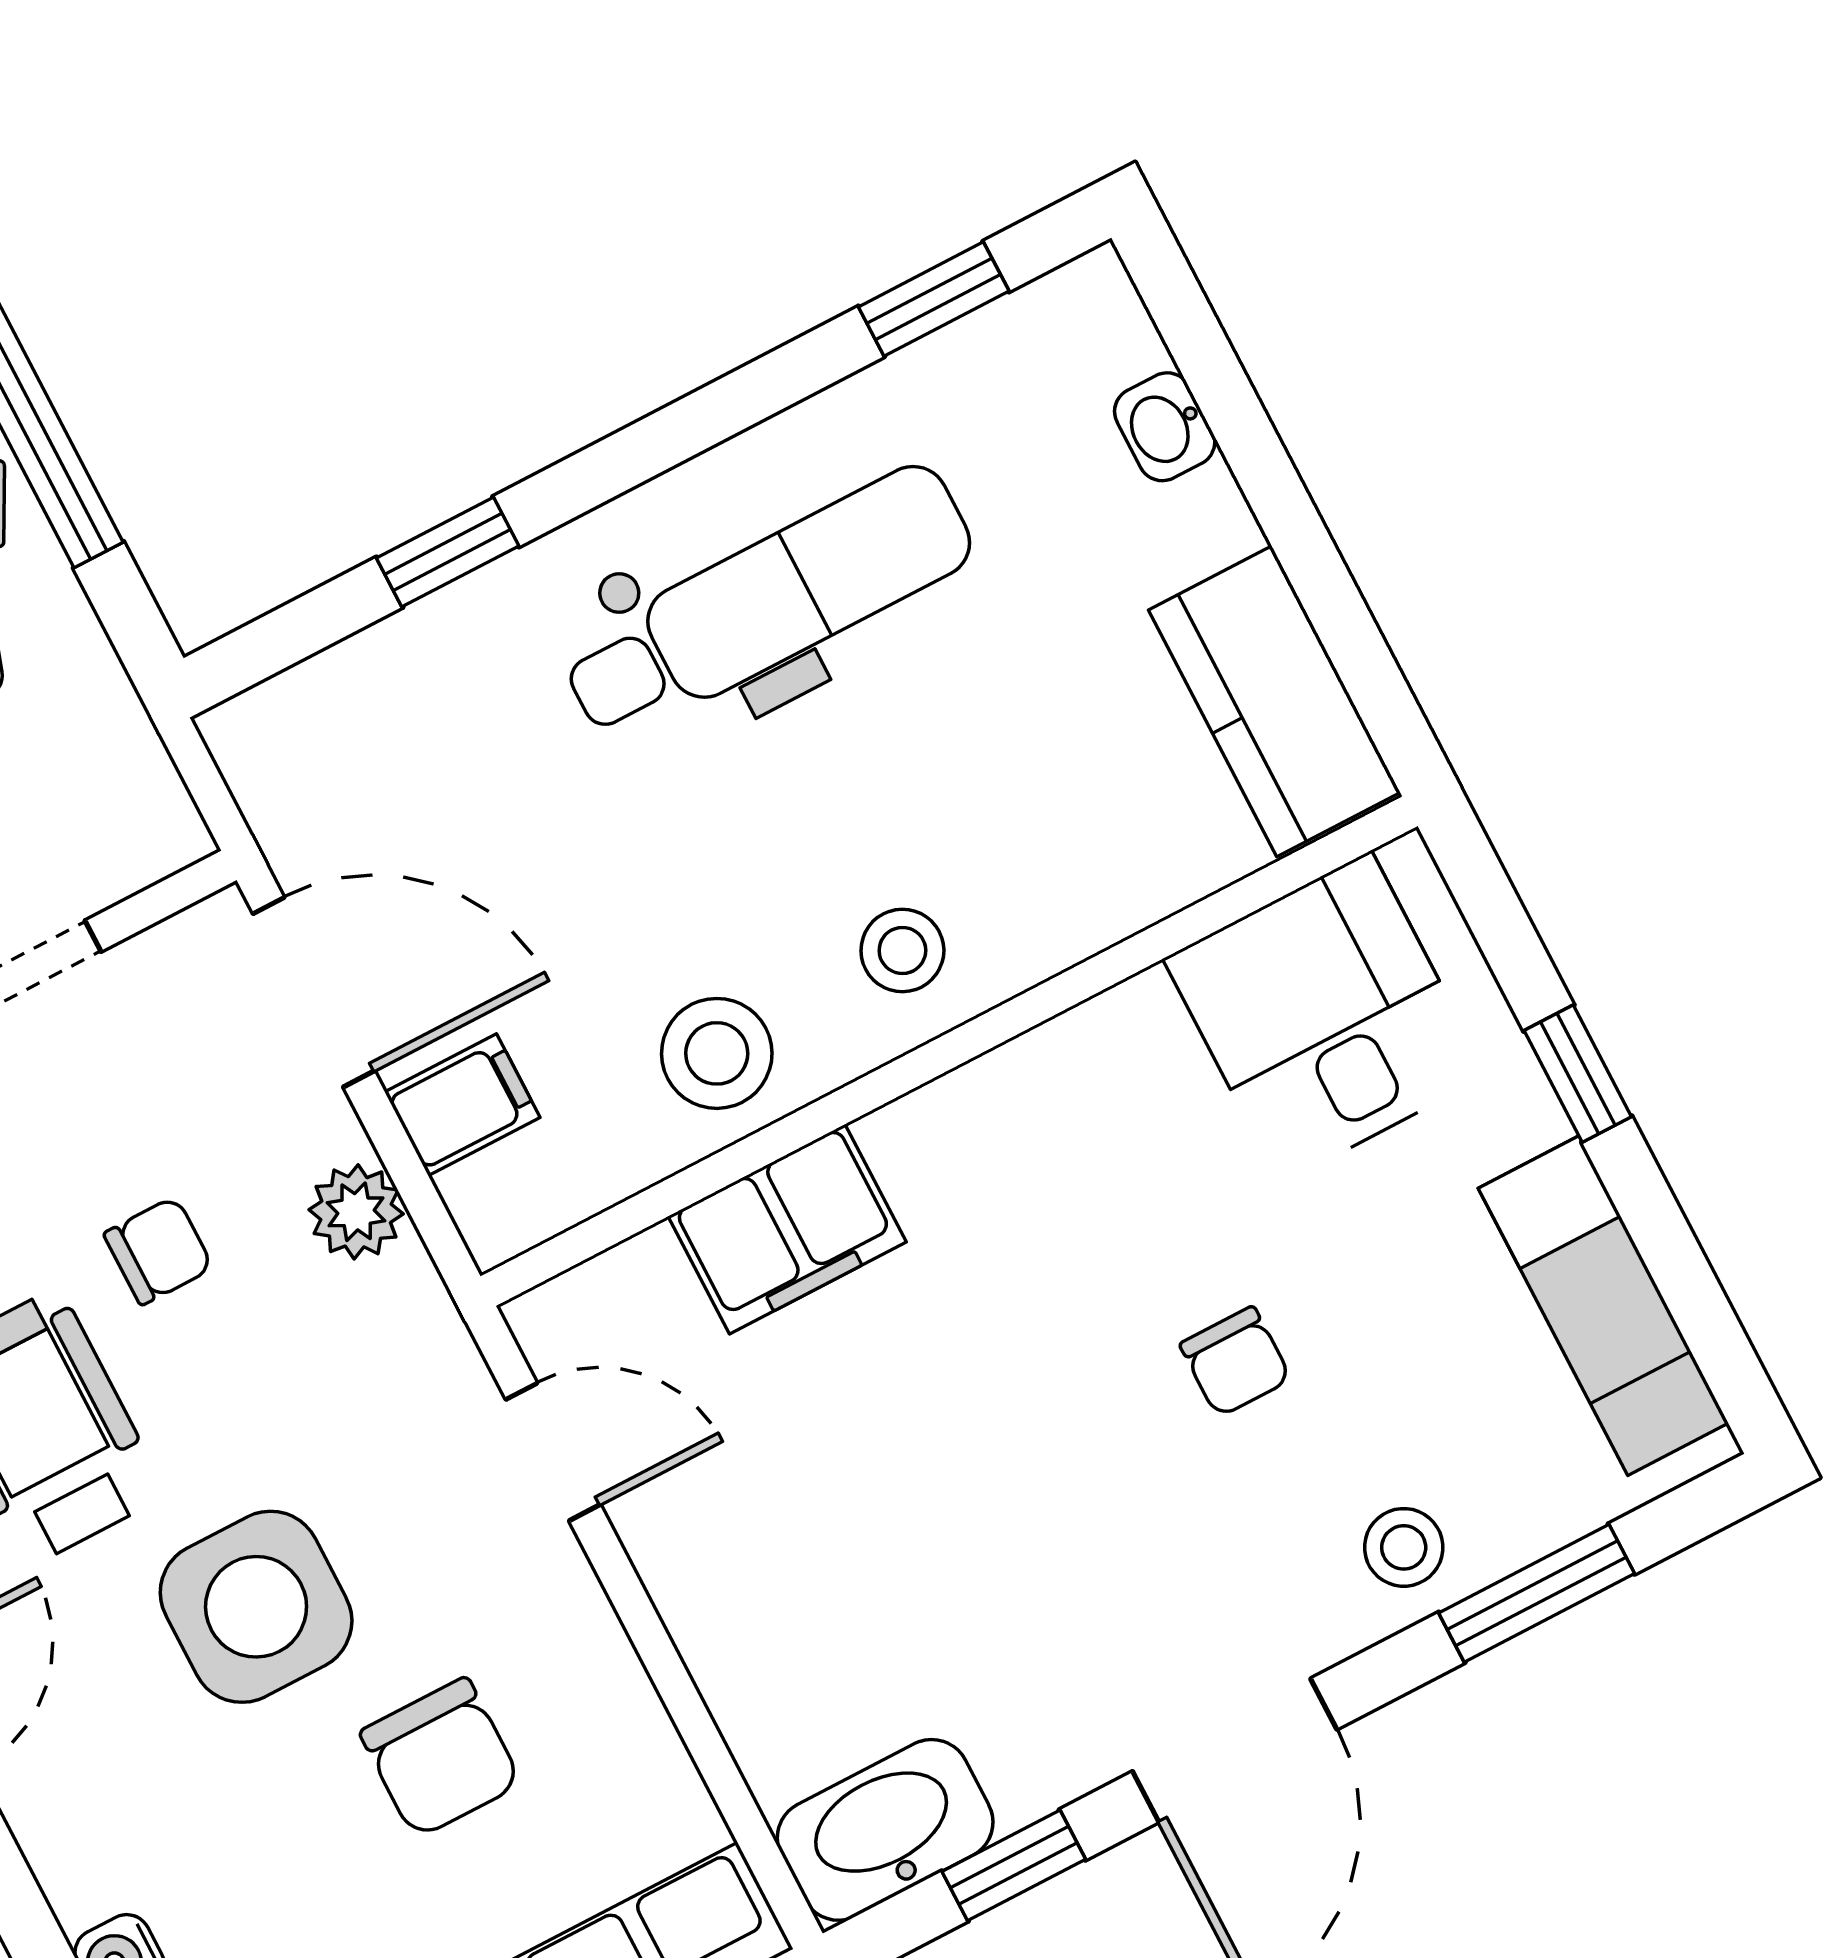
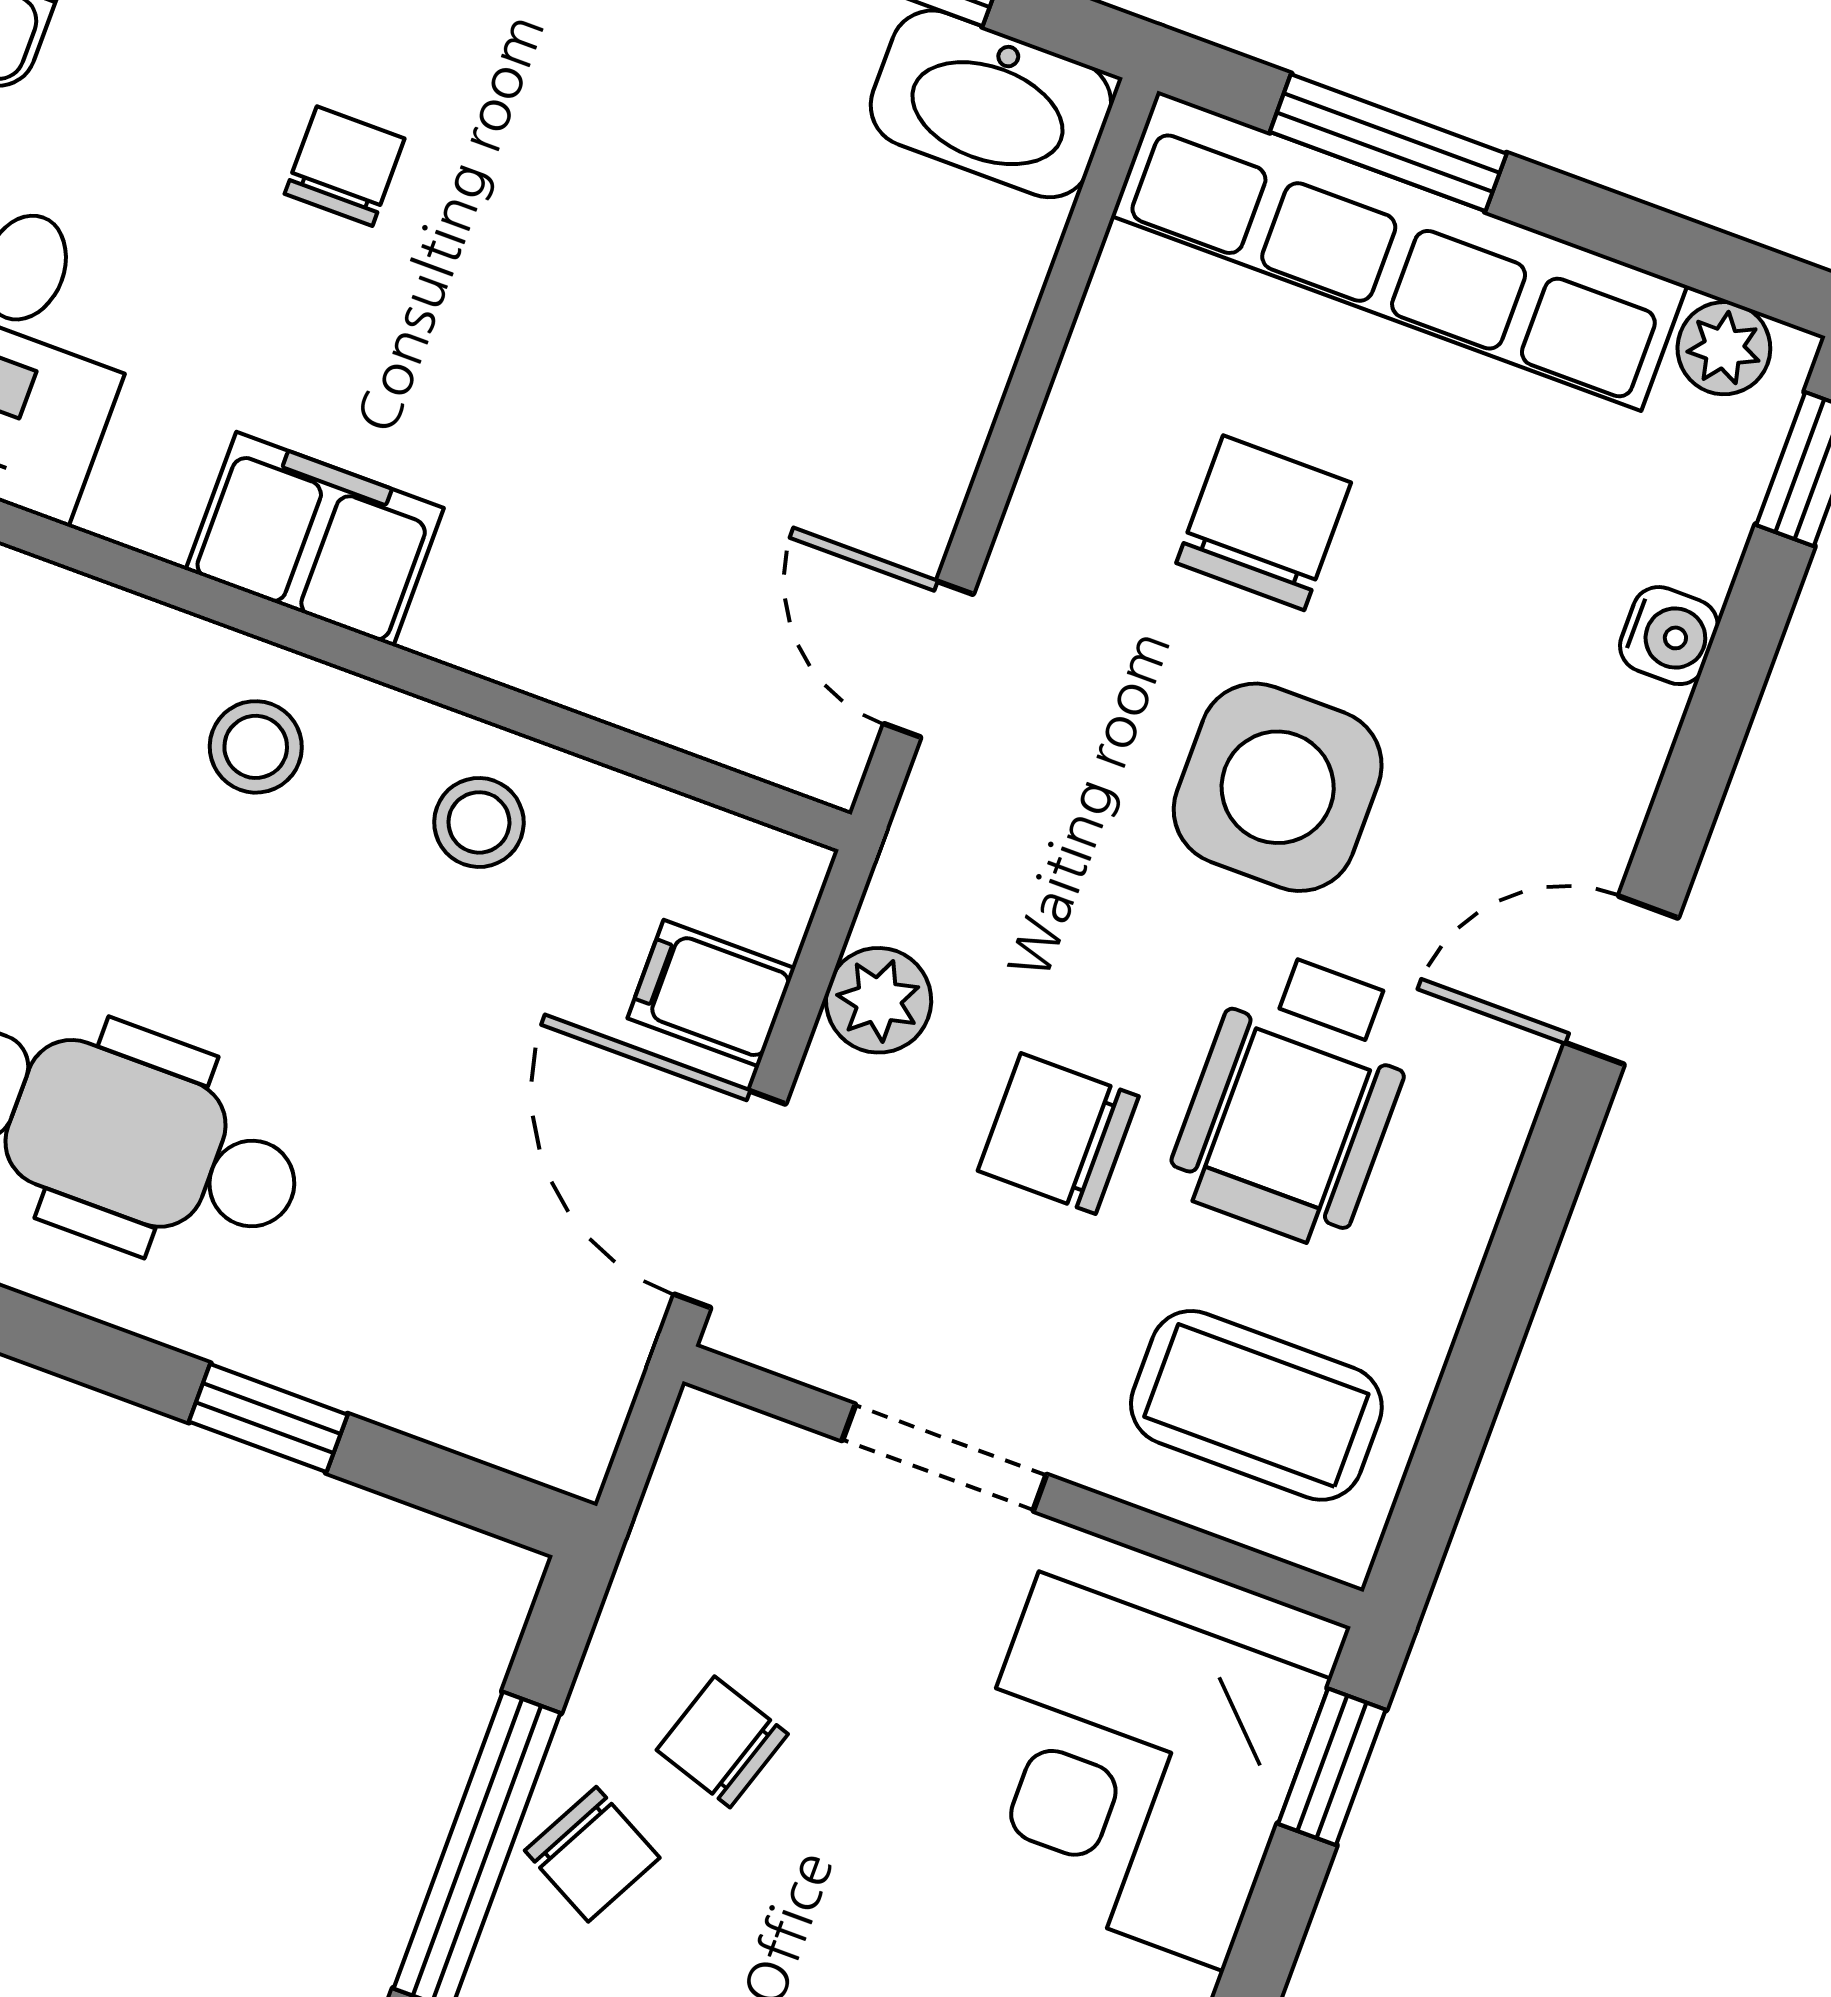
stool: (717, 1053) -> (479, 822), width x0.73, depth x0.73
filing cabinet: (787, 1229) -> (315, 539), moved
chair: (158, 1251) -> (1058, 1134), width x1.37, depth x1.37

